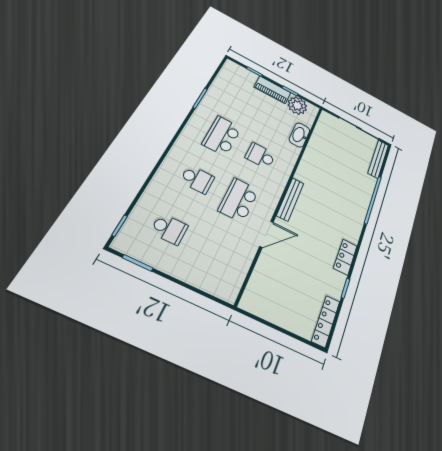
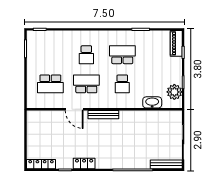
piano: (272, 90) -> (176, 43), moved
school desk: (260, 156) -> (122, 84), turned 180
school desk: (169, 229) -> (50, 84), moved, width x1.85

